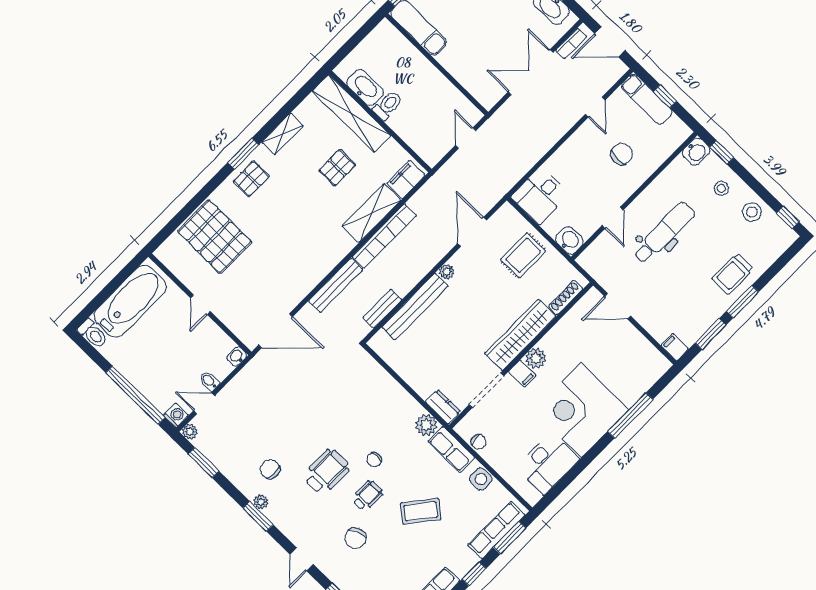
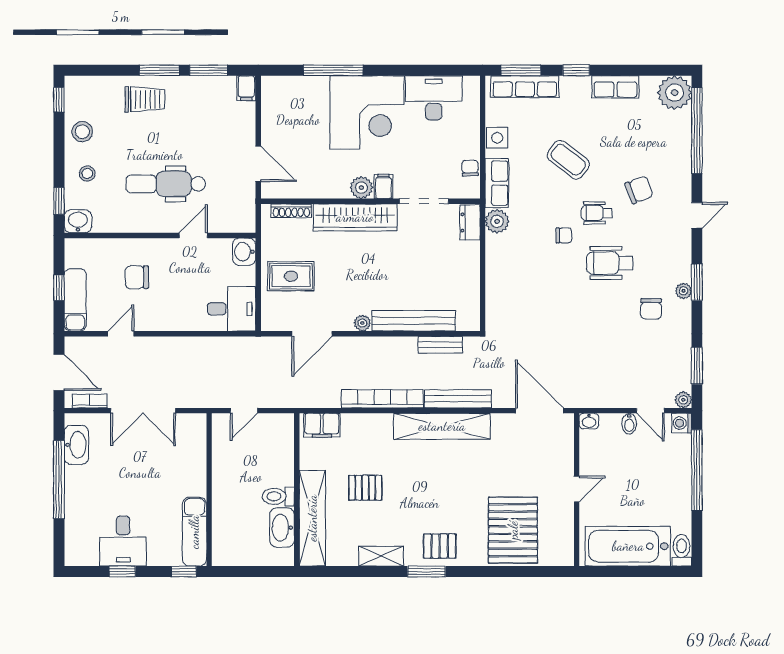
shelving: (371, 213) -> (442, 426), moved, width x1.47

